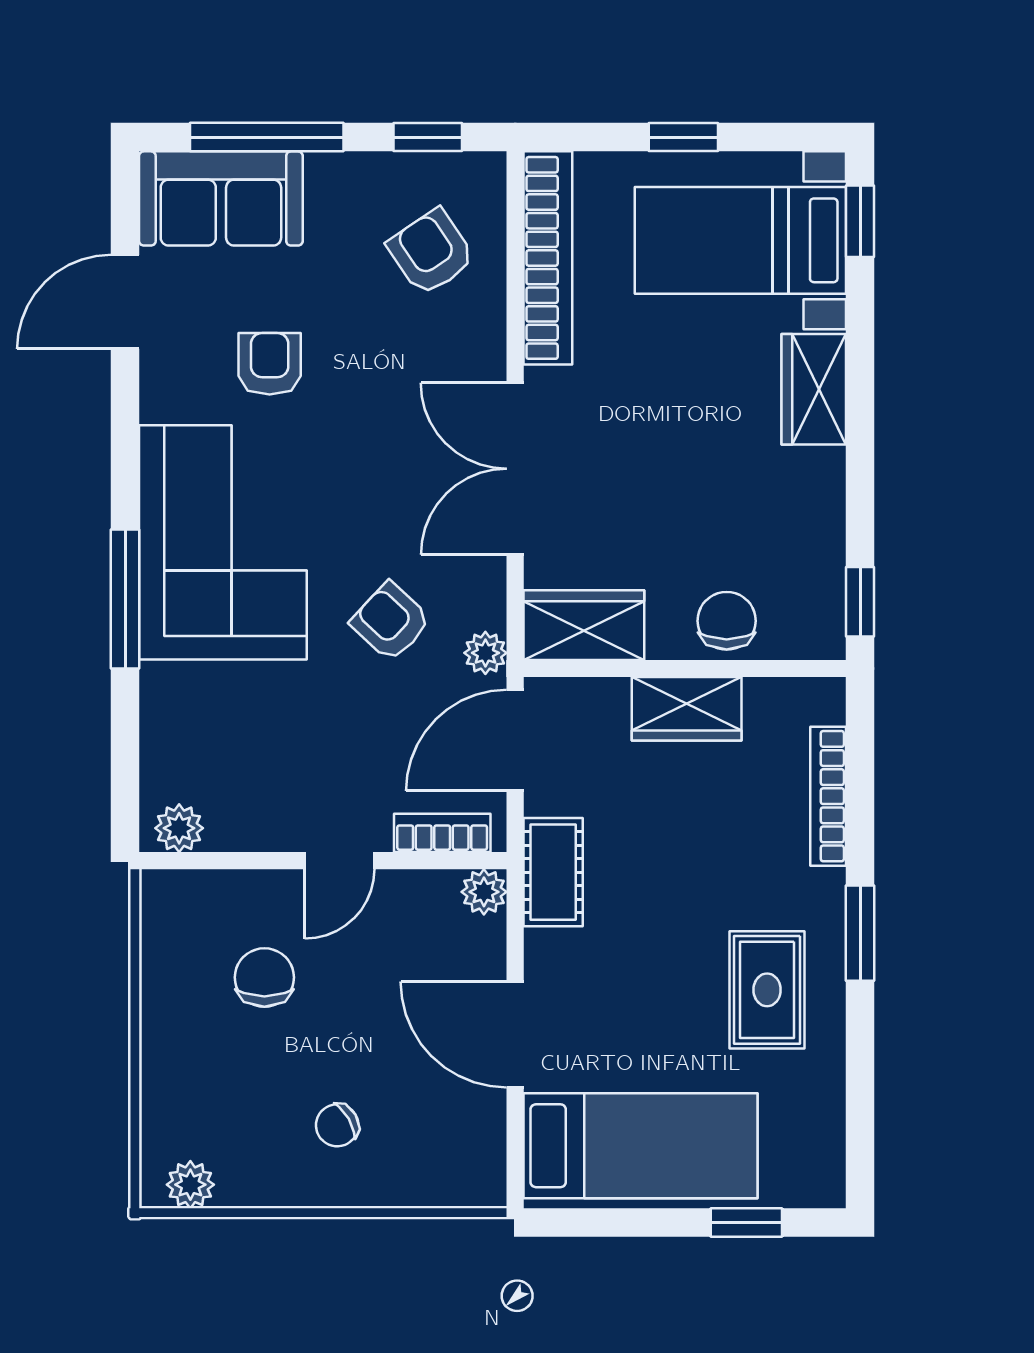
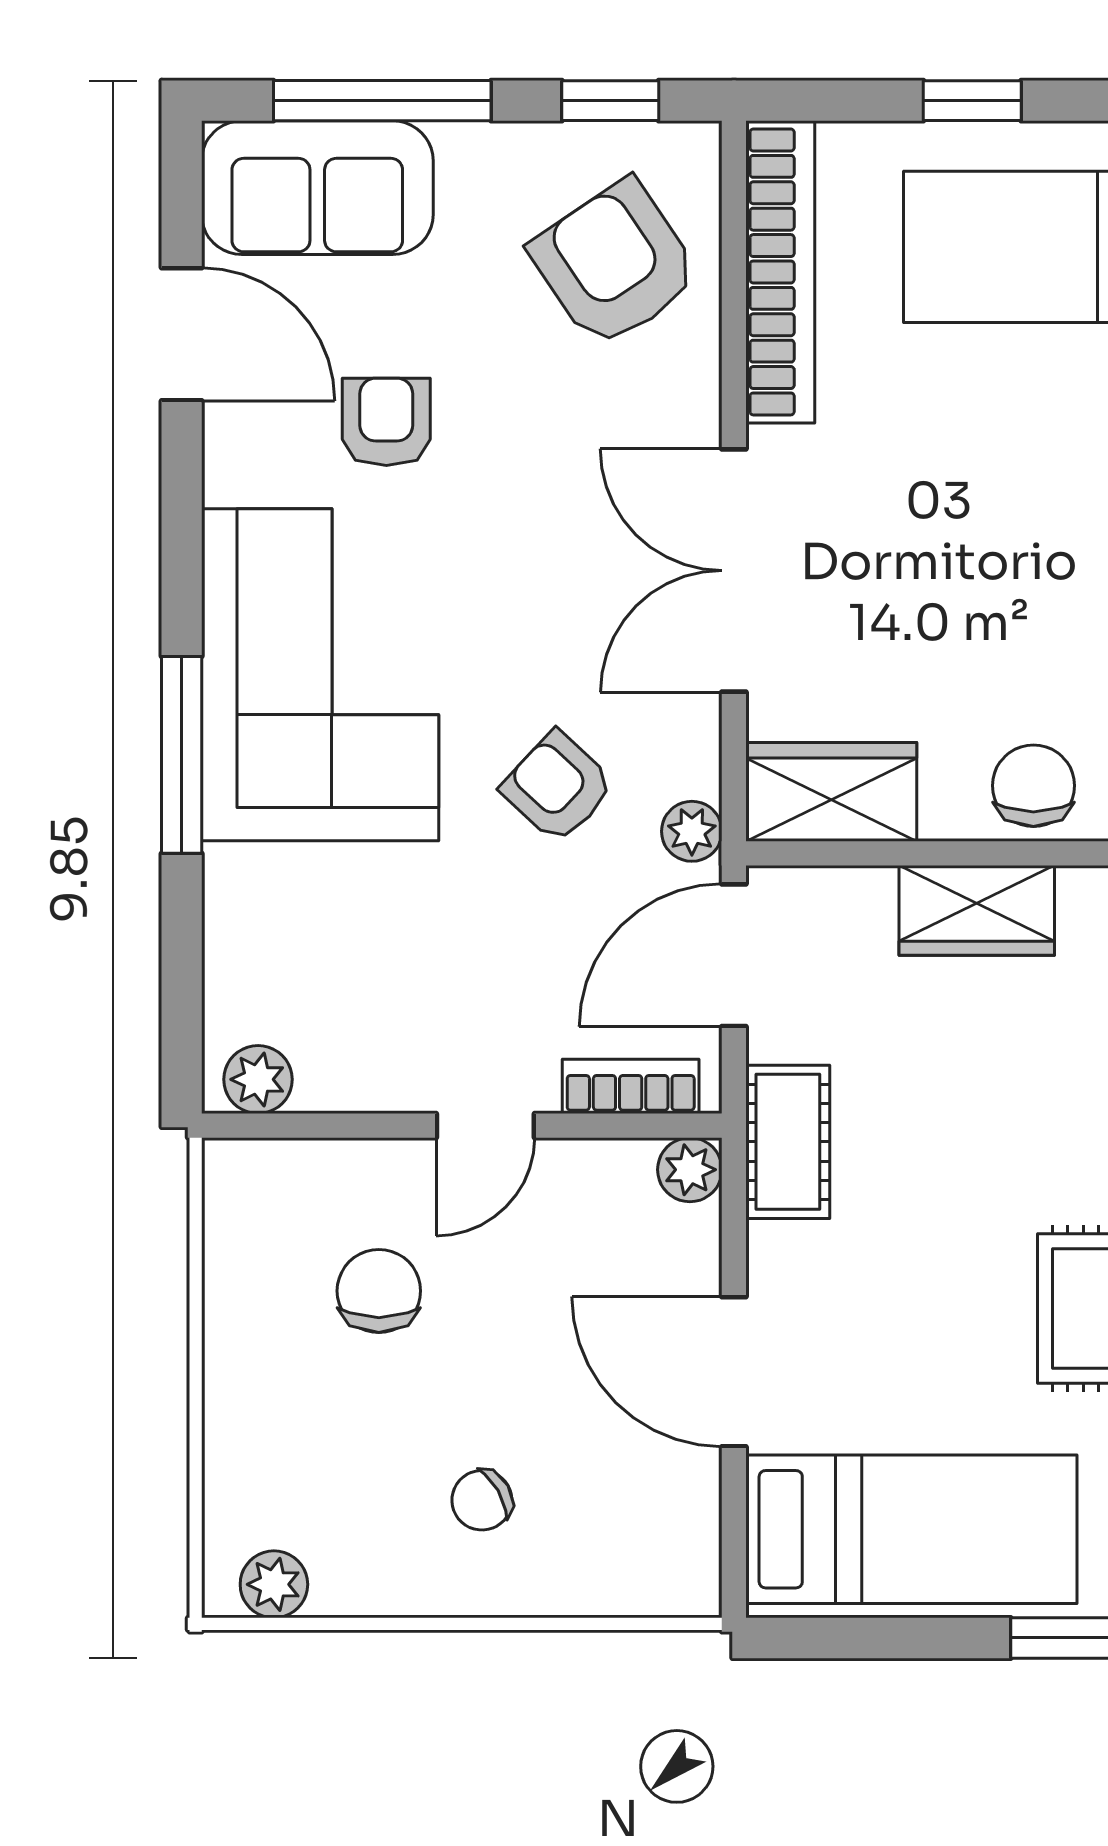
armchair: (431, 252) -> (615, 264), width x1.38, depth x1.38
door: (125, 302) -> (182, 334), swing flipped

